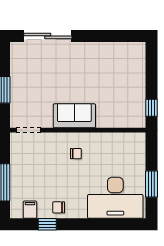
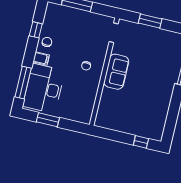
window: (151, 108) -> (141, 142), moved
filing cabinet: (30, 210) -> (41, 58), moved
window: (114, 224) -> (23, 83), added

